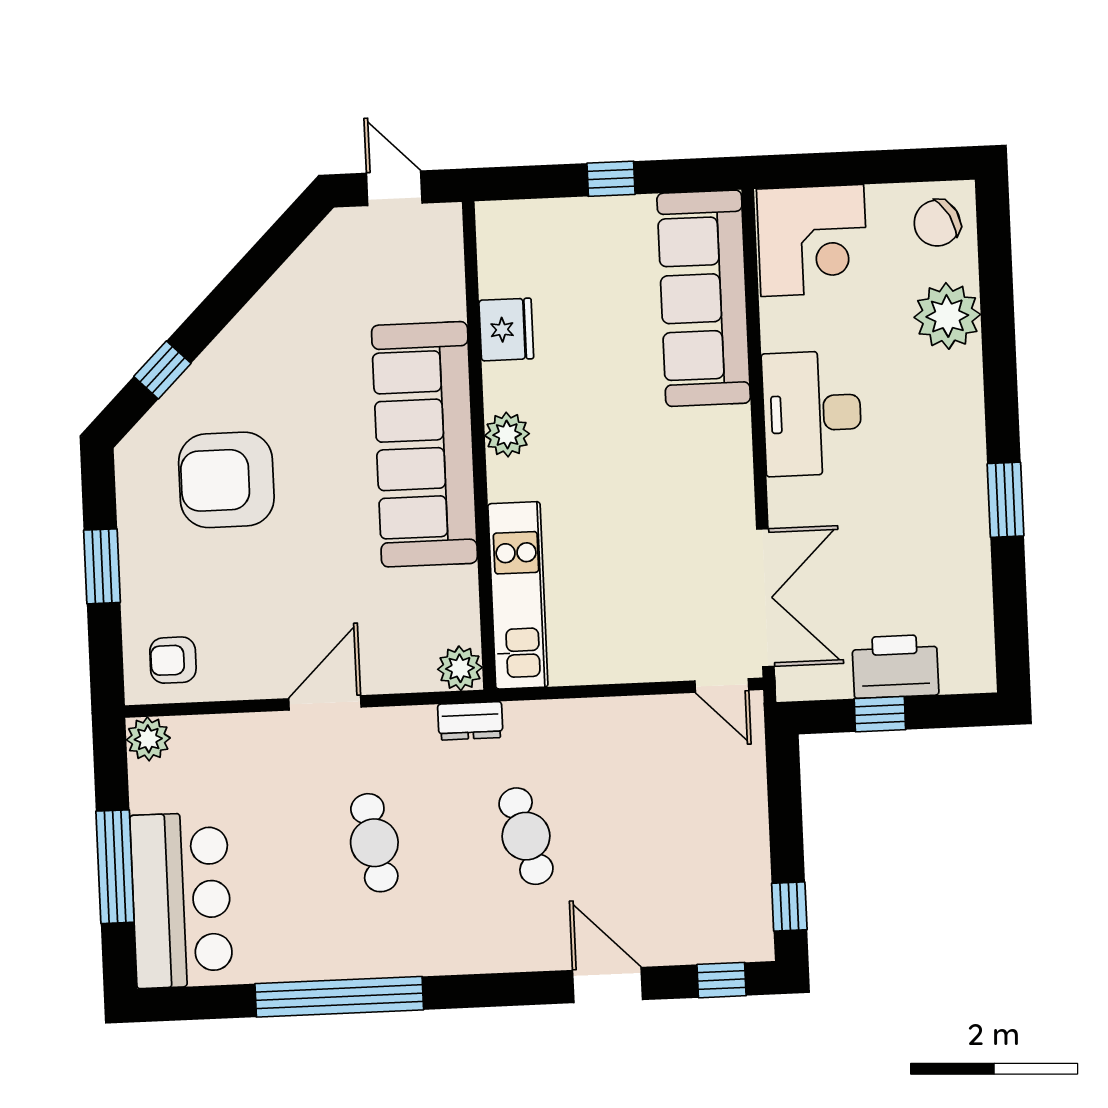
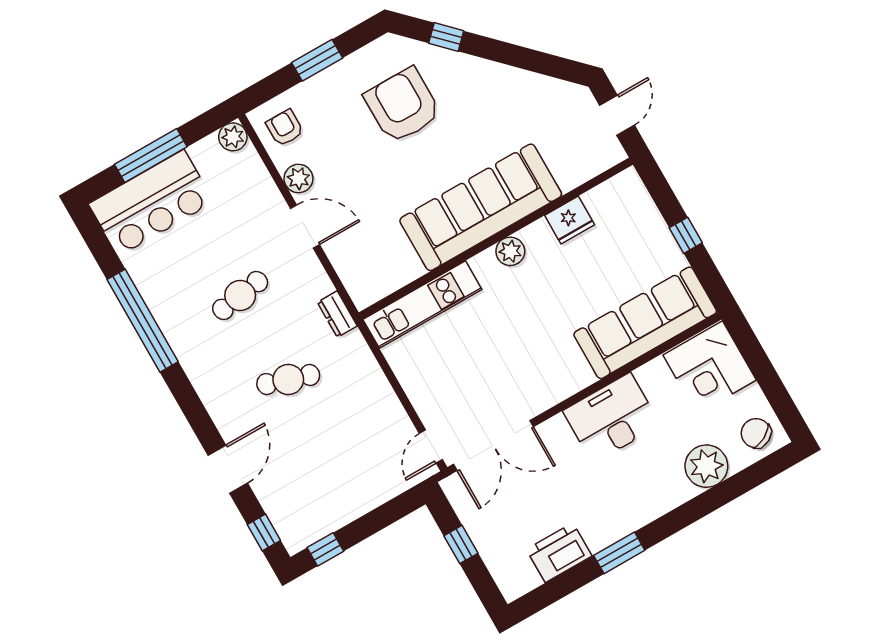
printer: (895, 666) -> (559, 553), moved, turned -90
plant: (460, 668) -> (298, 178), moved
cafe table: (526, 836) -> (288, 379), turned 33

